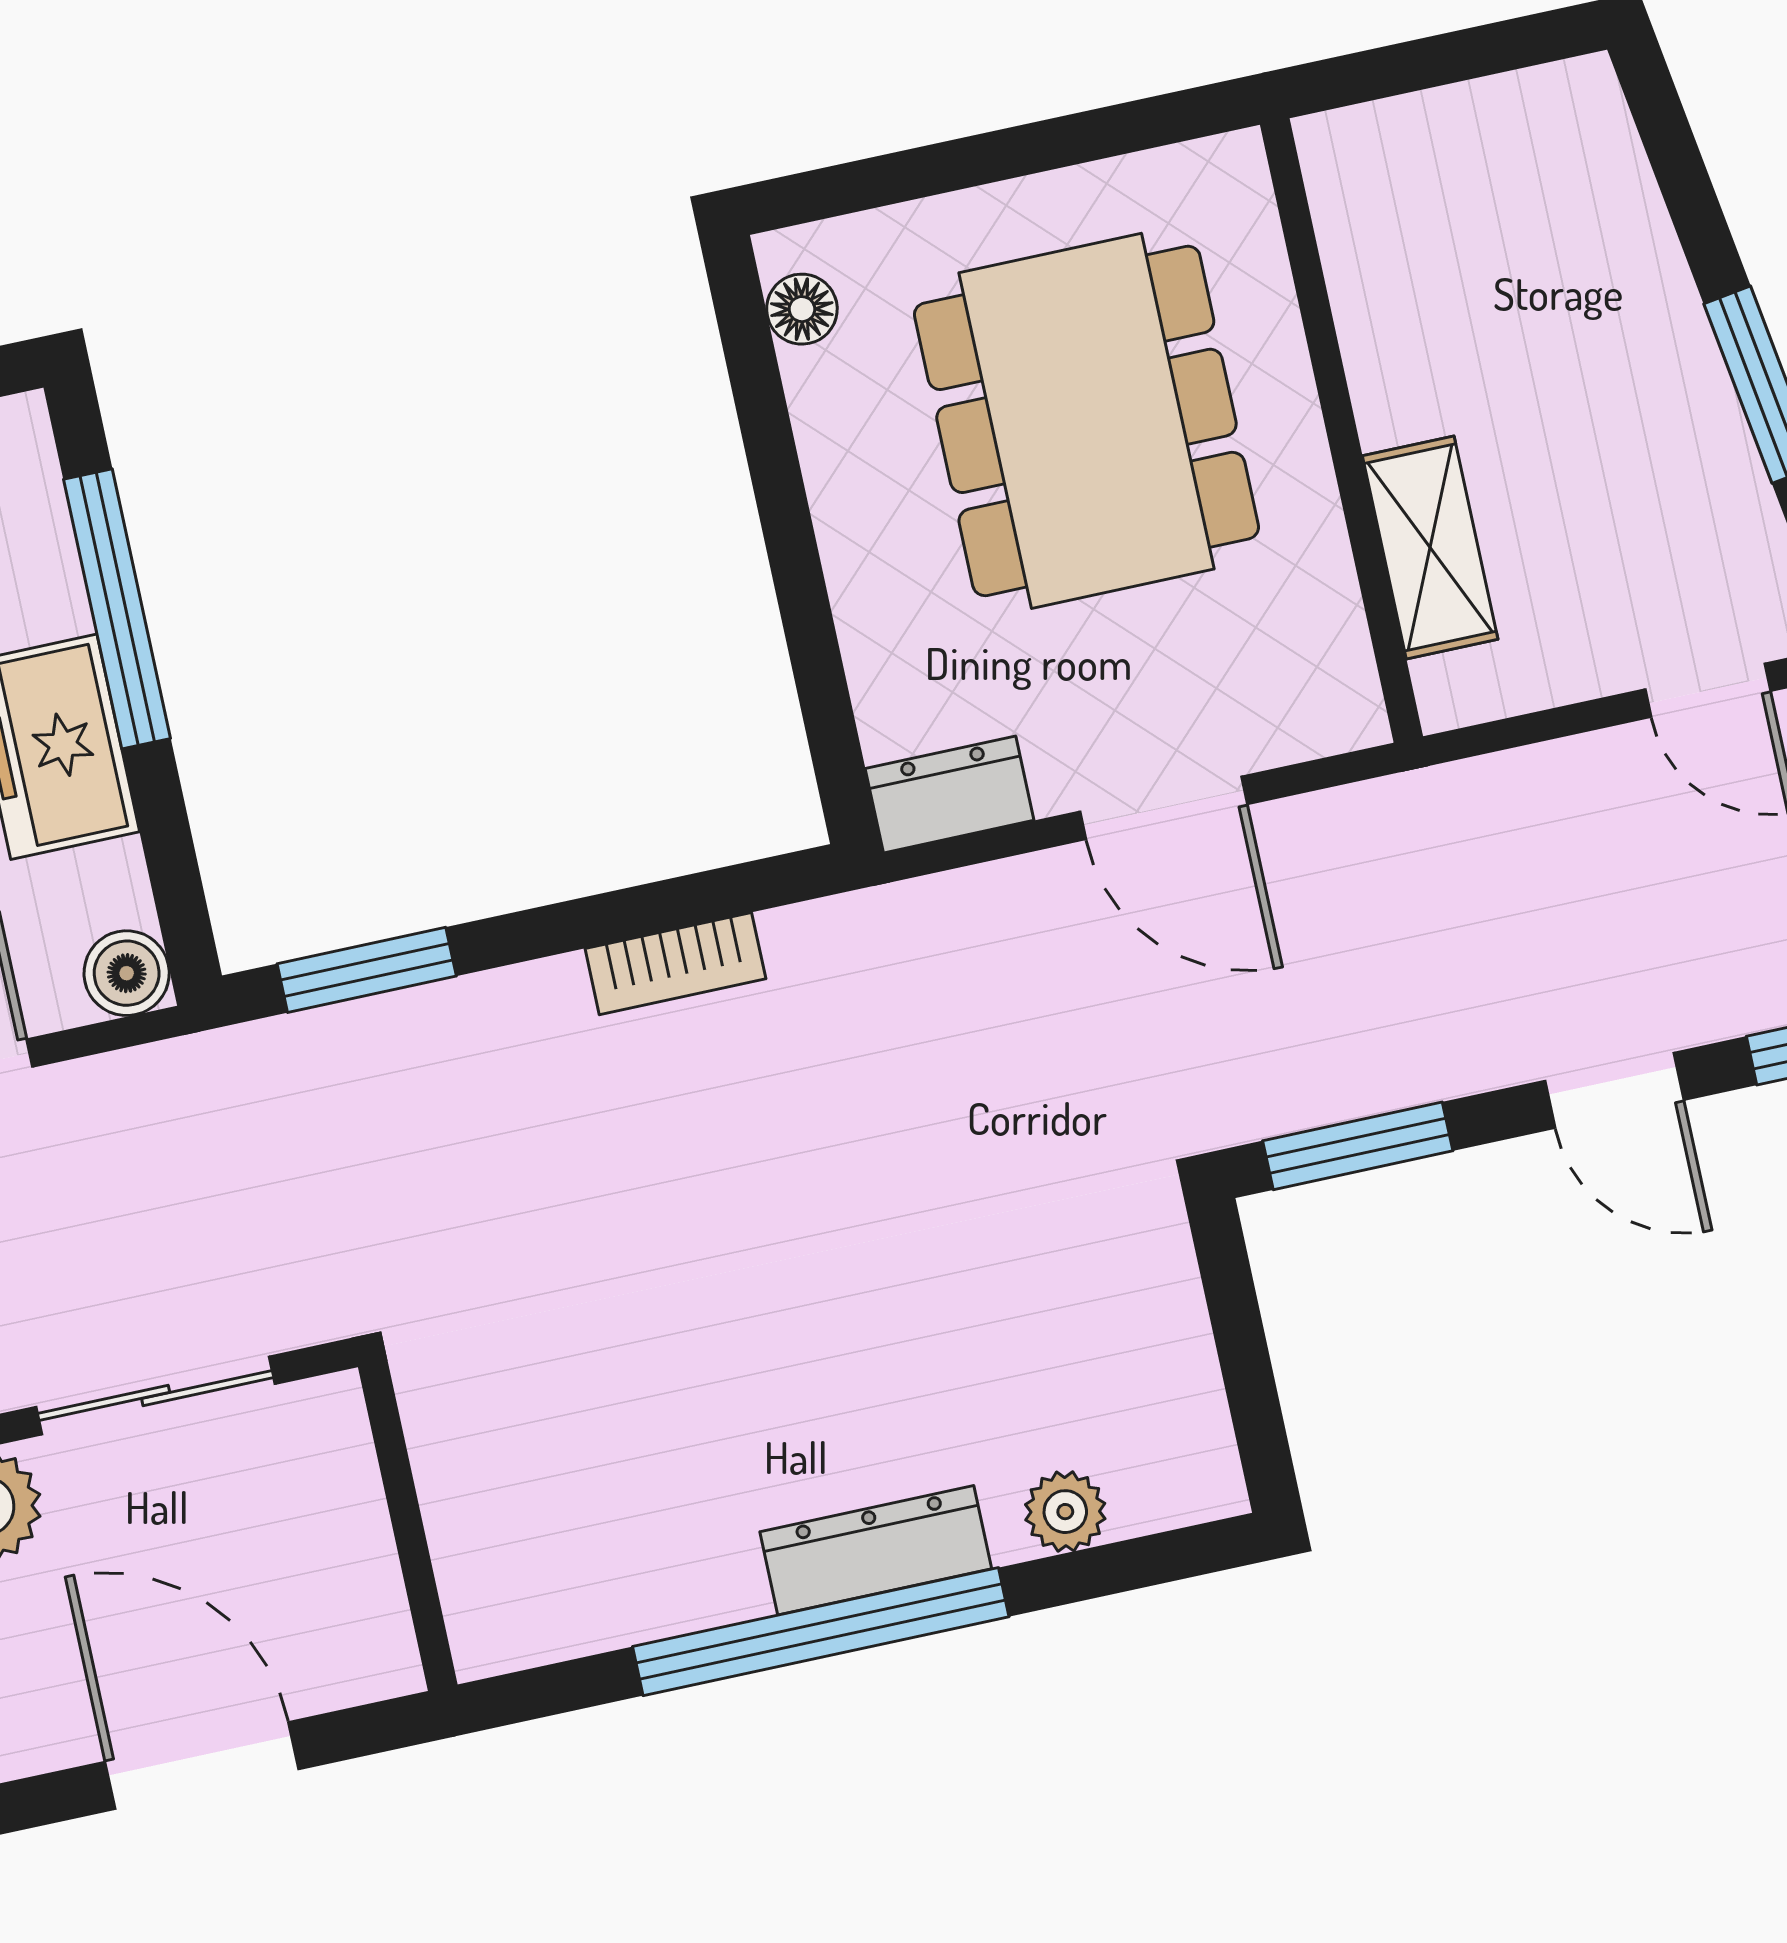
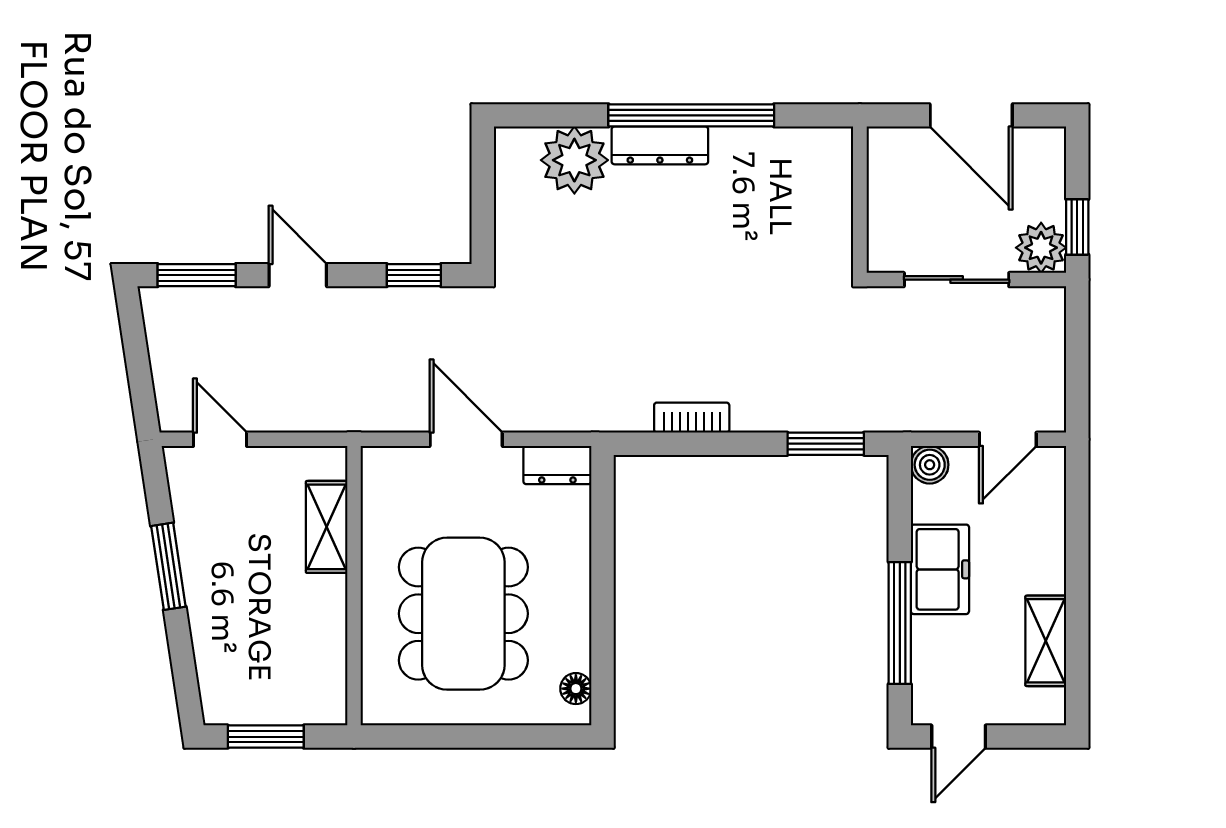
window: (1464, 55) -> (266, 737), added
window: (1358, 1146) -> (414, 275), width x0.67
plant: (1065, 1512) -> (574, 160), width x1.88, depth x1.88

